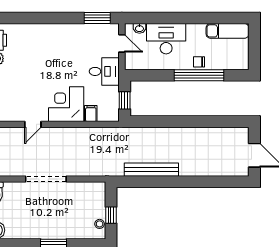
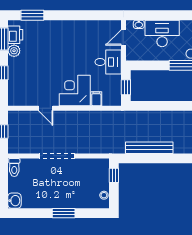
window: (97, 18) -> (32, 15), moved
door: (122, 43) -> (124, 37), swing flipped
door: (33, 124) -> (46, 108), hinge flipped
window: (111, 215) -> (114, 175), moved

